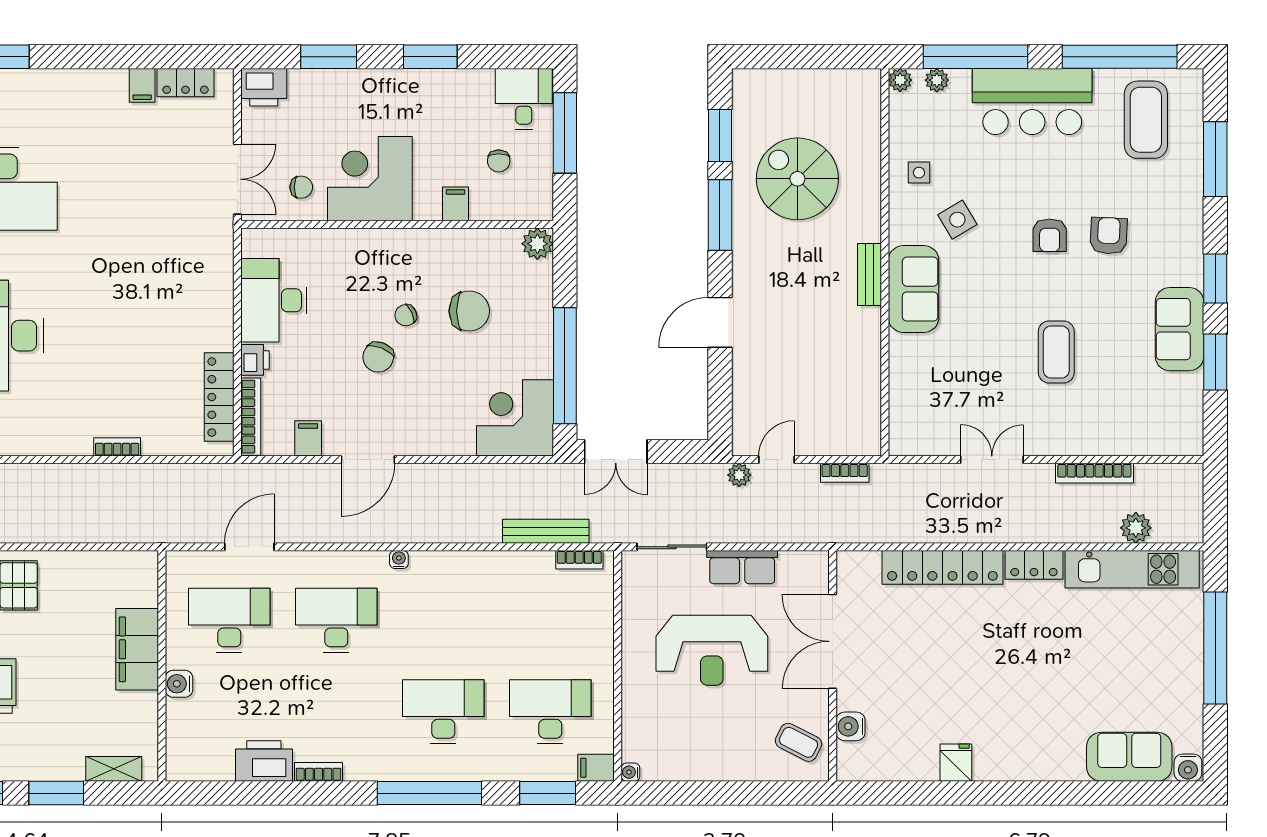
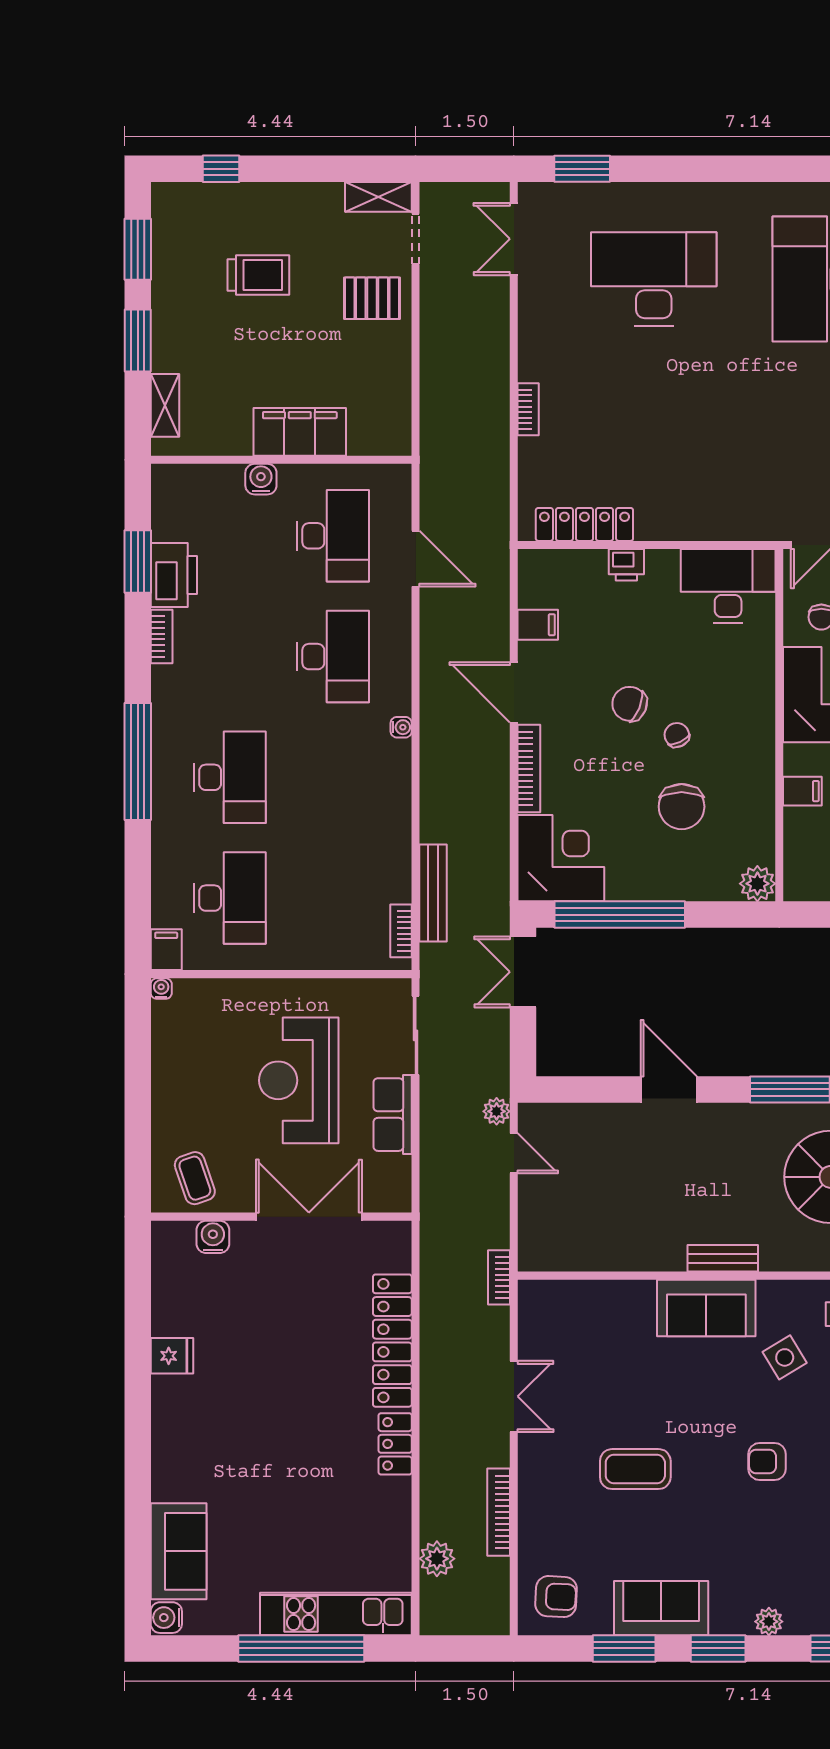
plant: (1191, 234) -> (769, 1622), added
armchair: (1109, 236) -> (556, 1597), moved
desk: (274, 300) -> (728, 586), moved
bookcase: (251, 417) -> (529, 769), moved, turned -90
bookcase: (845, 473) -> (499, 1277), moved
kitchen unit: (1132, 569) -> (336, 1614), moved, turned 90
coffee table: (798, 742) -> (195, 1178), turned -46
window: (548, 793) -> (138, 562), moved

